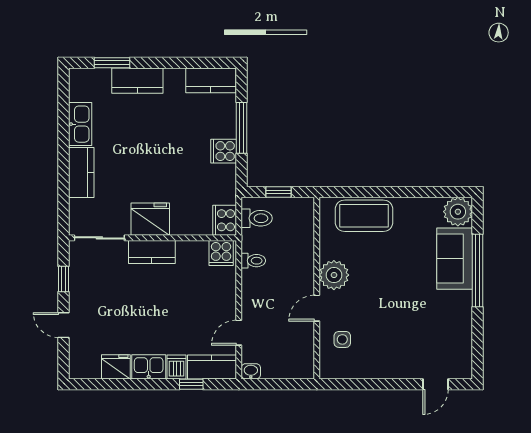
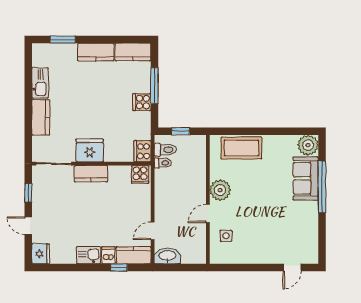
kitchen counter: (137, 81) -> (96, 52), moved
toilet: (253, 261) -> (163, 163), moved
fridge: (116, 367) -> (41, 254), moved, turned 90
washbasin: (251, 371) -> (167, 256), width x1.91, depth x1.45

